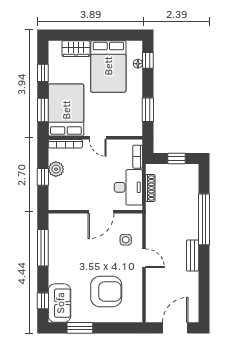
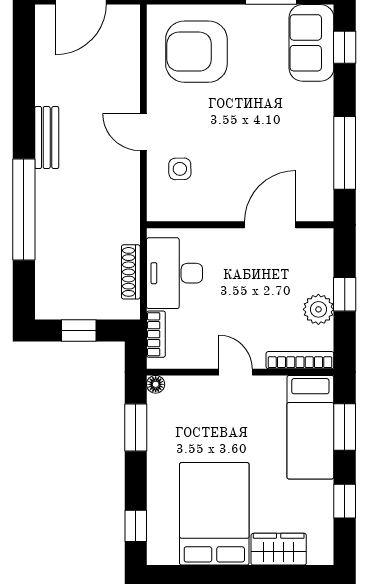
floor lamp: (138, 64) -> (156, 384), moved
bed: (66, 110) -> (310, 427), width x0.67
door: (101, 212) -> (270, 225), moved
armchair: (106, 291) -> (196, 52), moved

